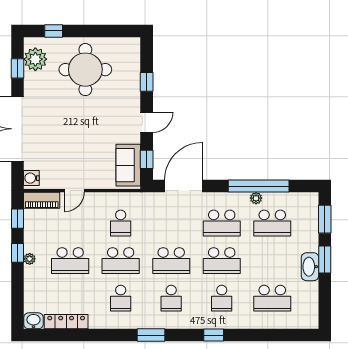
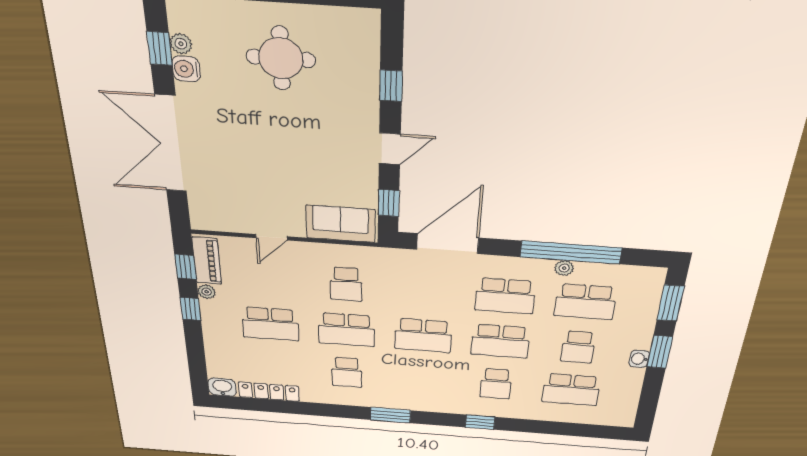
plant: (35, 59) -> (181, 44), width x0.53, depth x0.53
round table: (85, 70) -> (281, 58), width x0.73, depth x0.73
sofa: (128, 165) -> (341, 224), moved, turned 90
water cooler: (31, 178) -> (186, 69), moved
piano: (42, 200) -> (207, 261), moved, turned -90
plant: (30, 259) -> (207, 292), moved
washbasin: (310, 267) -> (639, 359), width x0.52, depth x0.69
school desk: (171, 298) -> (578, 347), moved

